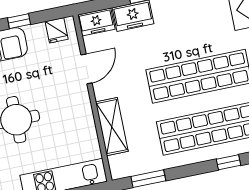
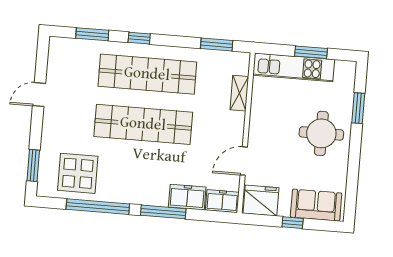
fridge: (57, 30) -> (261, 201), width x1.88, depth x1.34
shelving: (112, 127) -> (239, 93), width x0.67, depth x0.75

